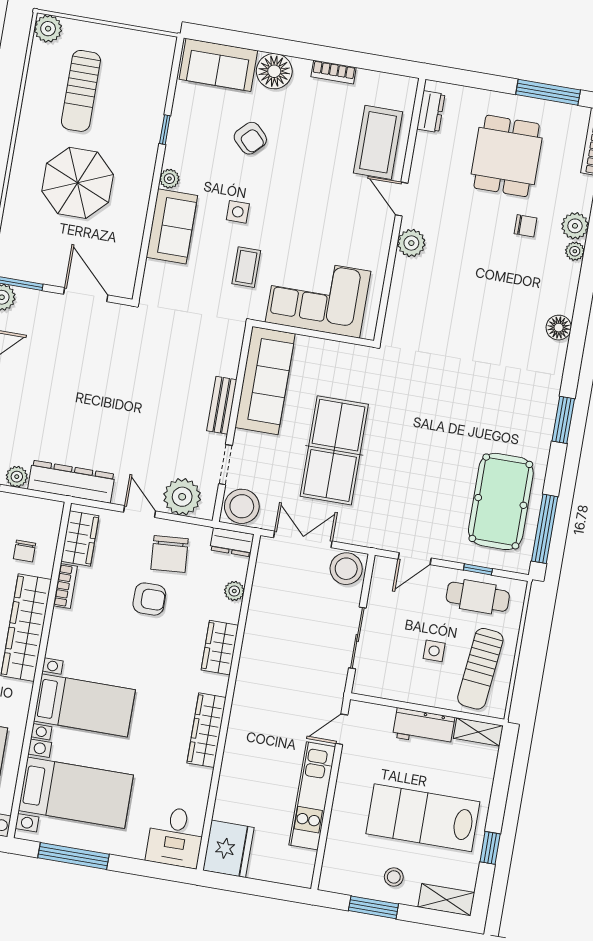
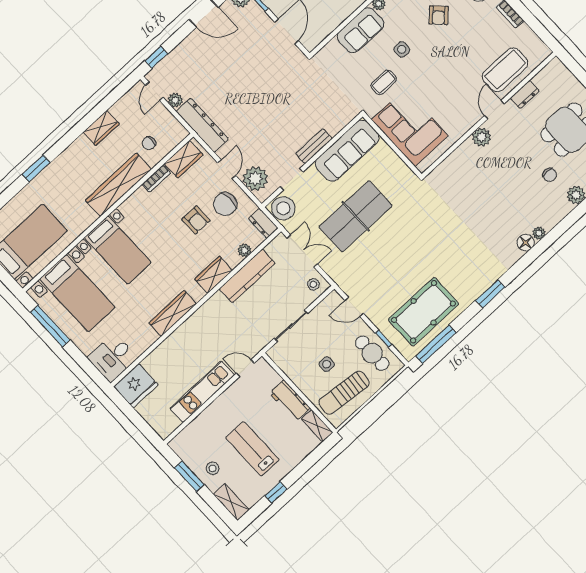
dresser: (431, 112) -> (525, 94), moved
plant: (575, 251) -> (539, 233), moved
stool: (346, 569) -> (313, 284), width x0.53, depth x0.53
kitchen counter: (261, 619) -> (247, 276), added
lab bench: (423, 818) -> (252, 449), width x0.73, depth x0.72

